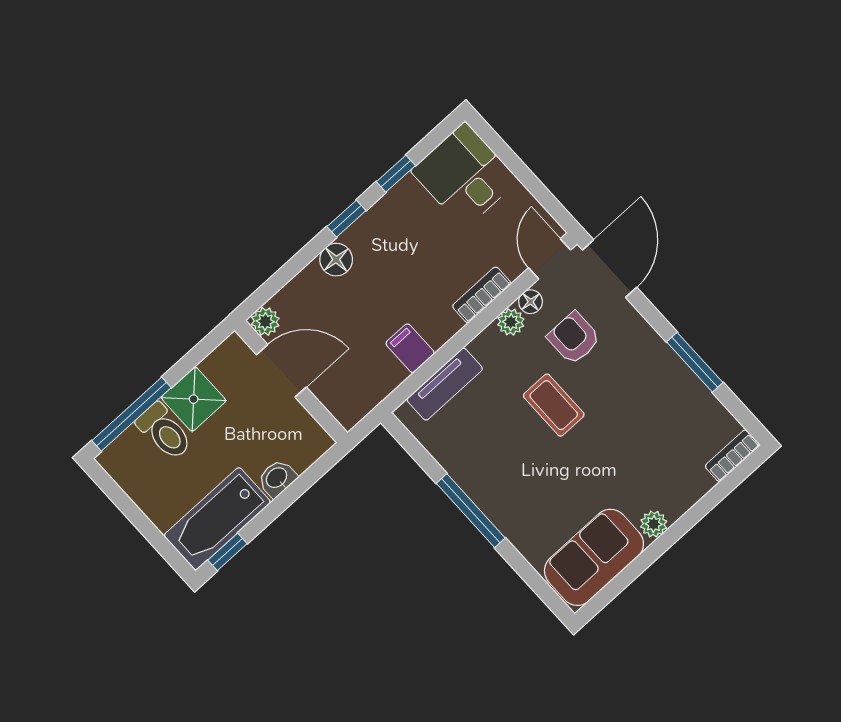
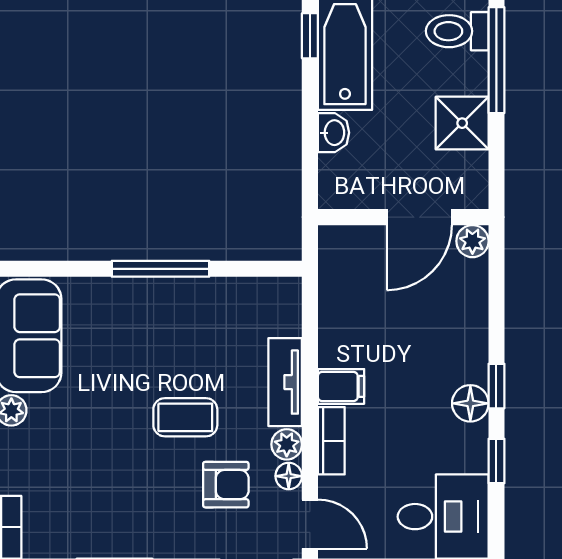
floor lamp: (336, 260) -> (470, 403), moved
filing cabinet: (410, 348) -> (341, 386), moved
tv unit: (445, 384) -> (285, 382), moved
toilet: (165, 432) -> (457, 31), moved

